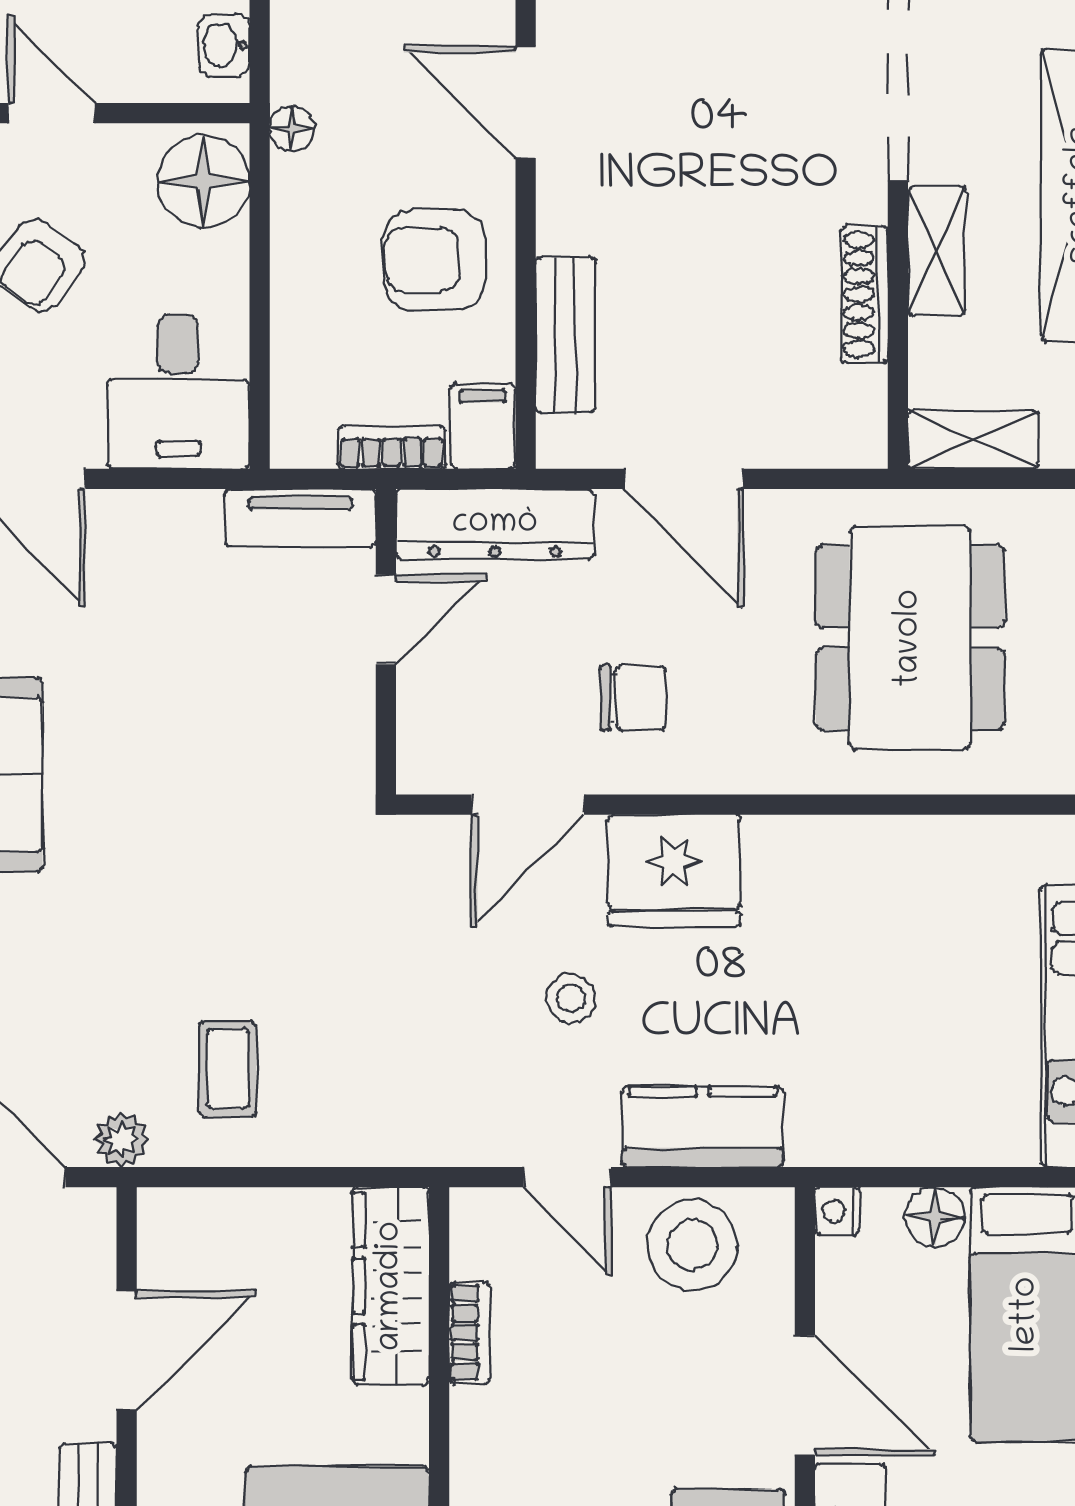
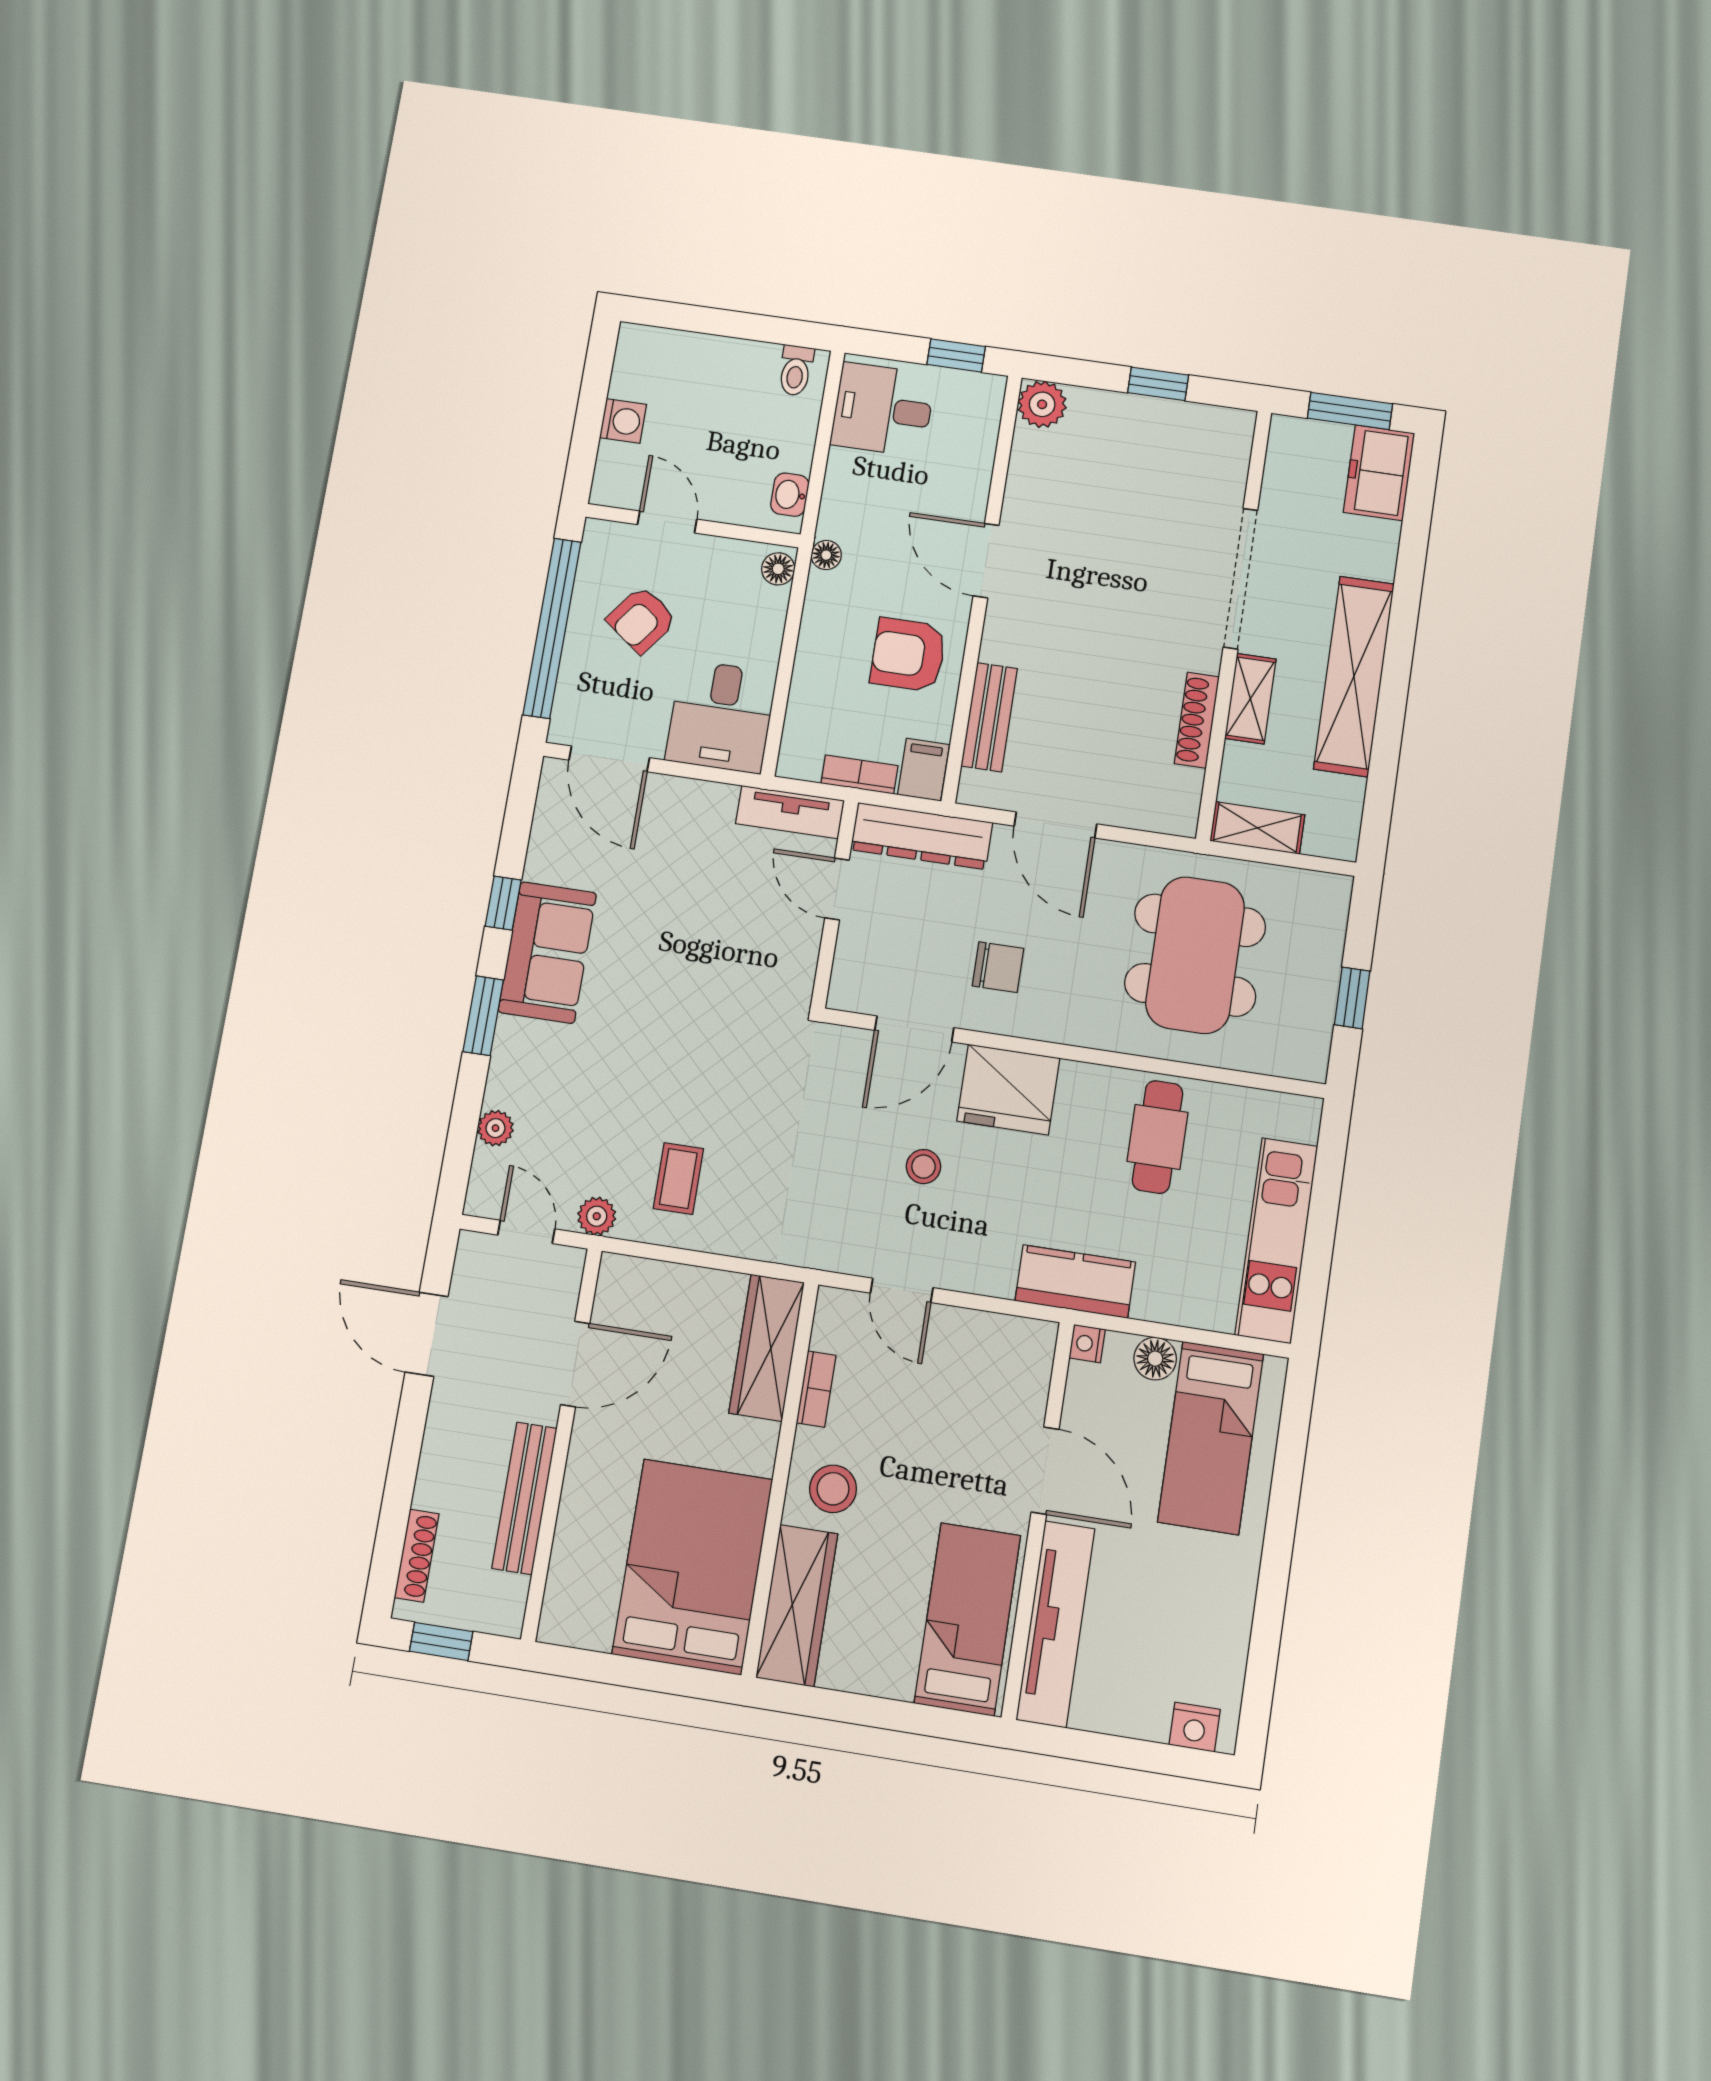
floor lamp: (203, 181) -> (778, 569), width x0.53, depth x0.53
door: (386, 620) -> (837, 889), swing flipped
cafe table: (894, 906) -> (1158, 1137), added
kitchen counter: (703, 1127) -> (1075, 1281), moved
stool: (692, 1245) -> (833, 1489), moved, width x0.73, depth x0.73

